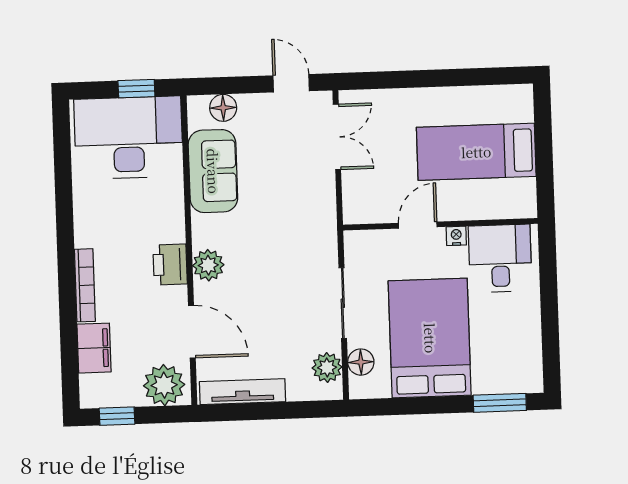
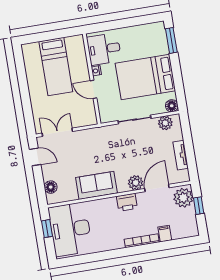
door: (291, 83) -> (35, 157), swing flipped
sofa: (213, 171) -> (96, 185), moved
plant: (208, 265) -> (136, 183), moved
filing cabinet: (94, 348) -> (165, 234), width x0.50
floor lamp: (361, 362) -> (172, 106), moved
tv unit: (243, 392) -> (181, 155), width x0.71
window: (117, 416) -> (199, 206), moved

